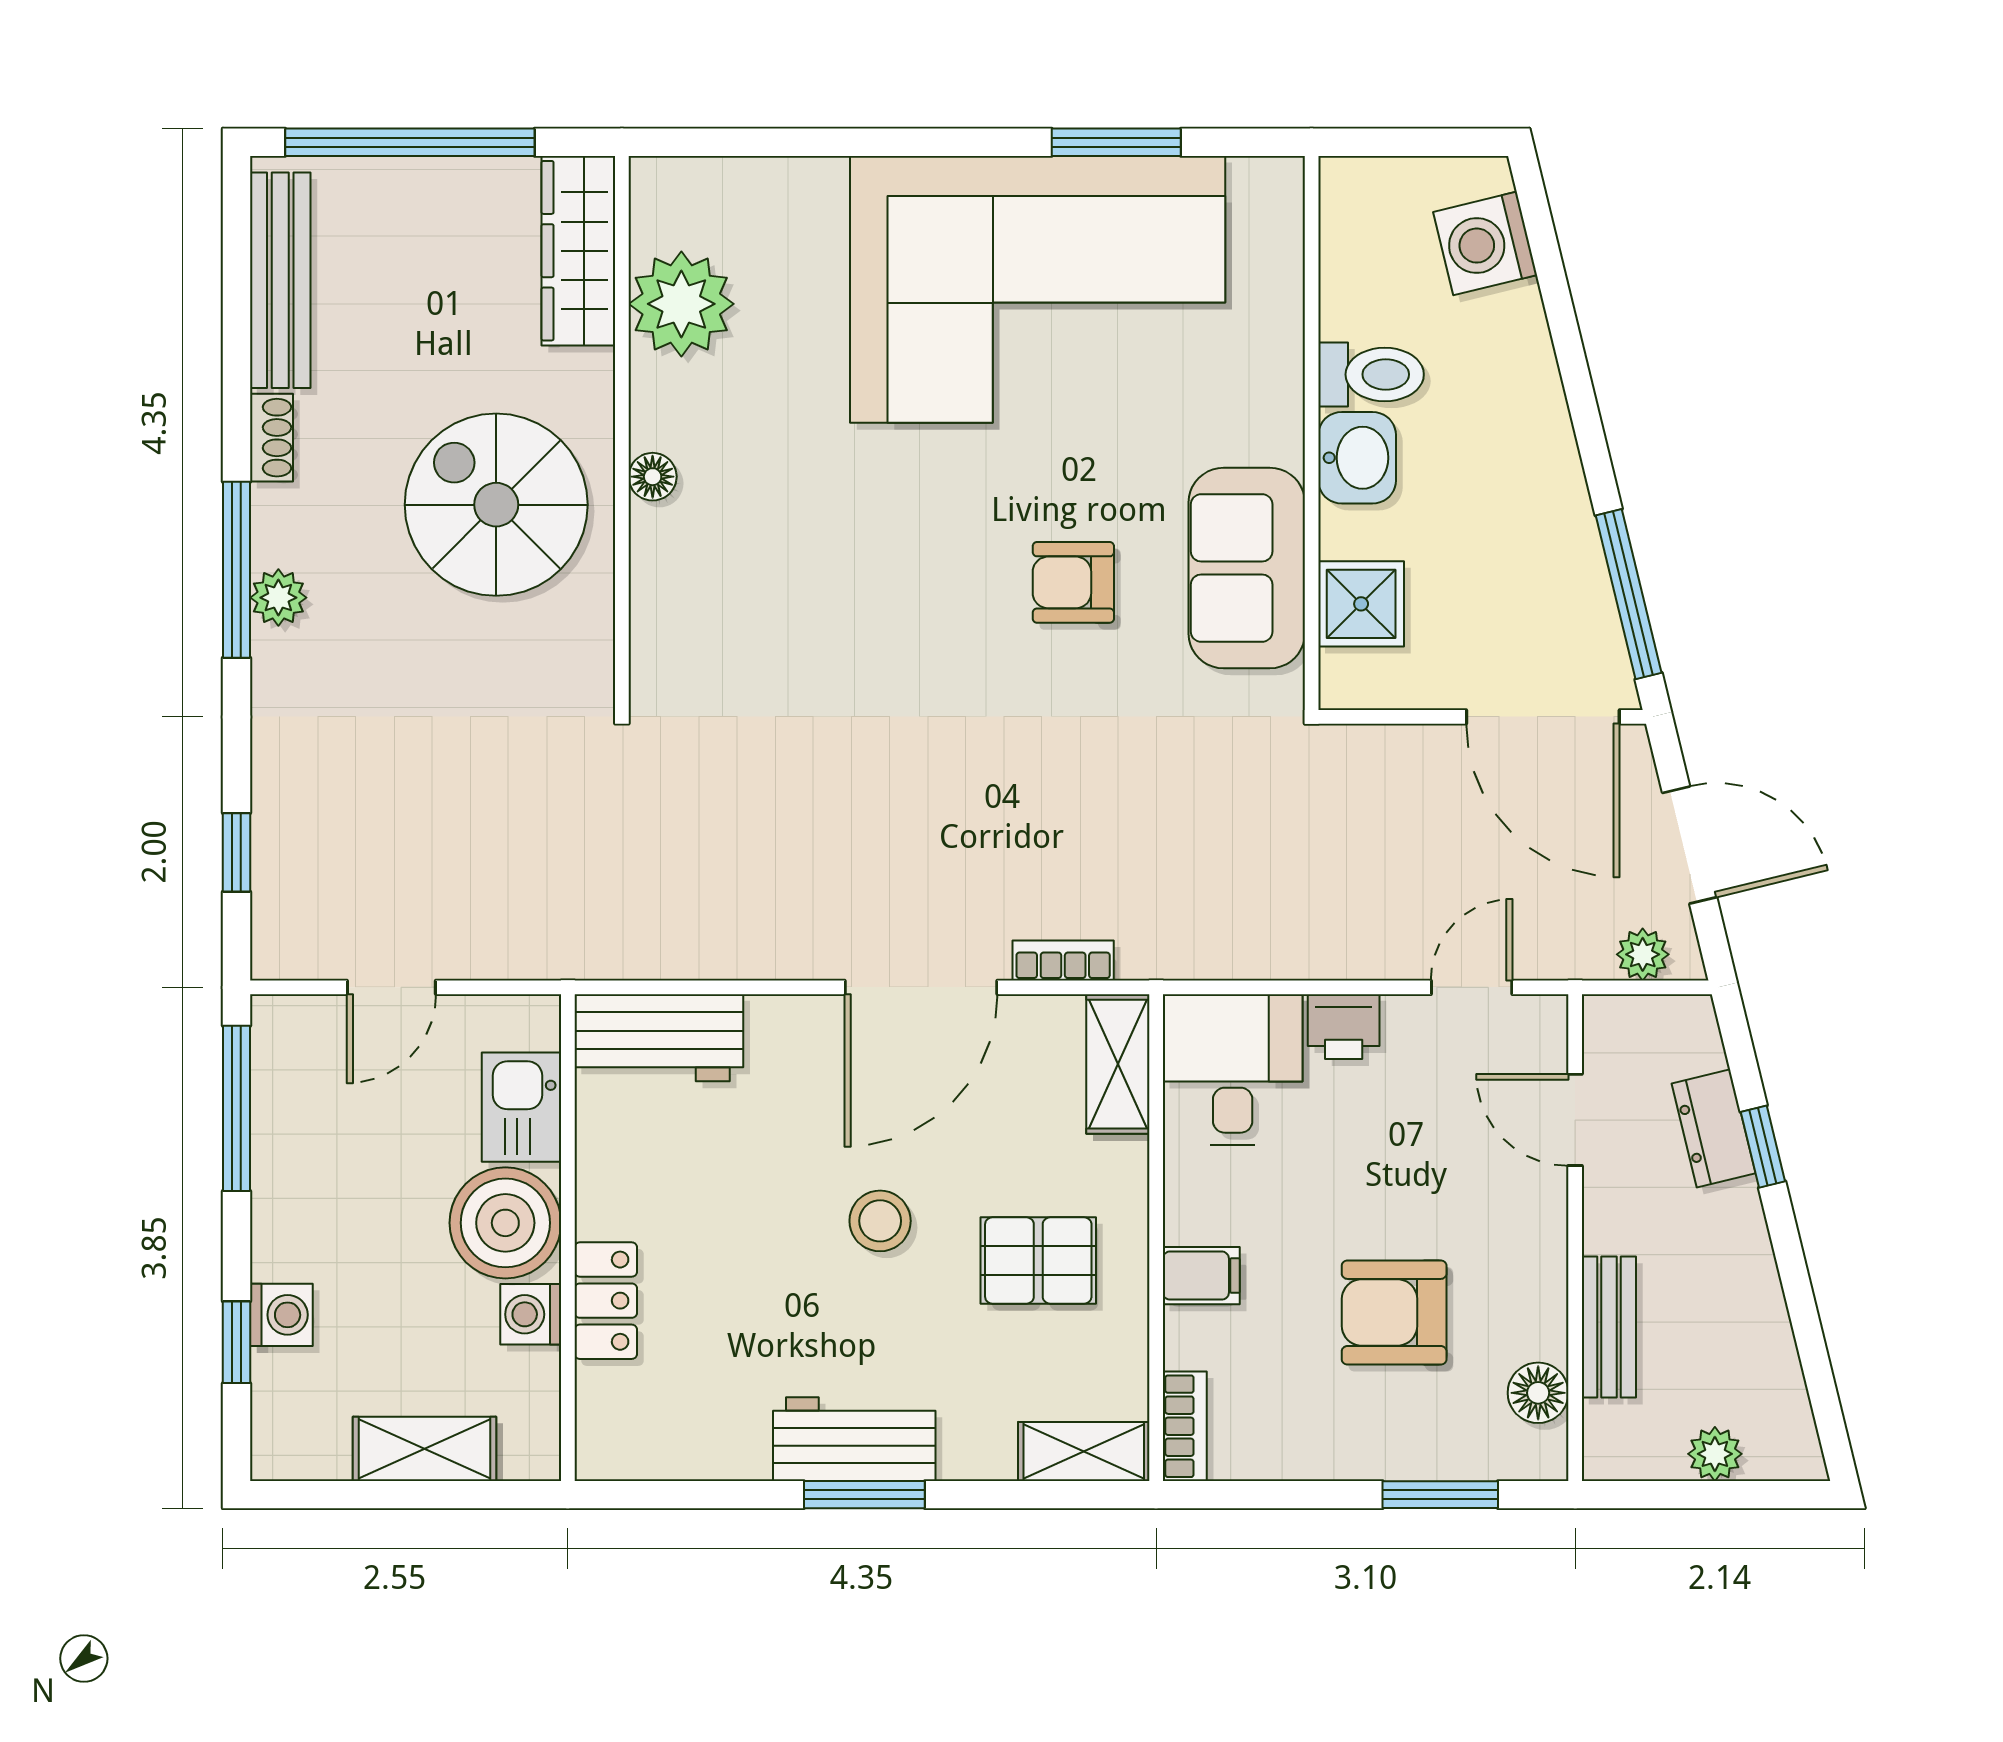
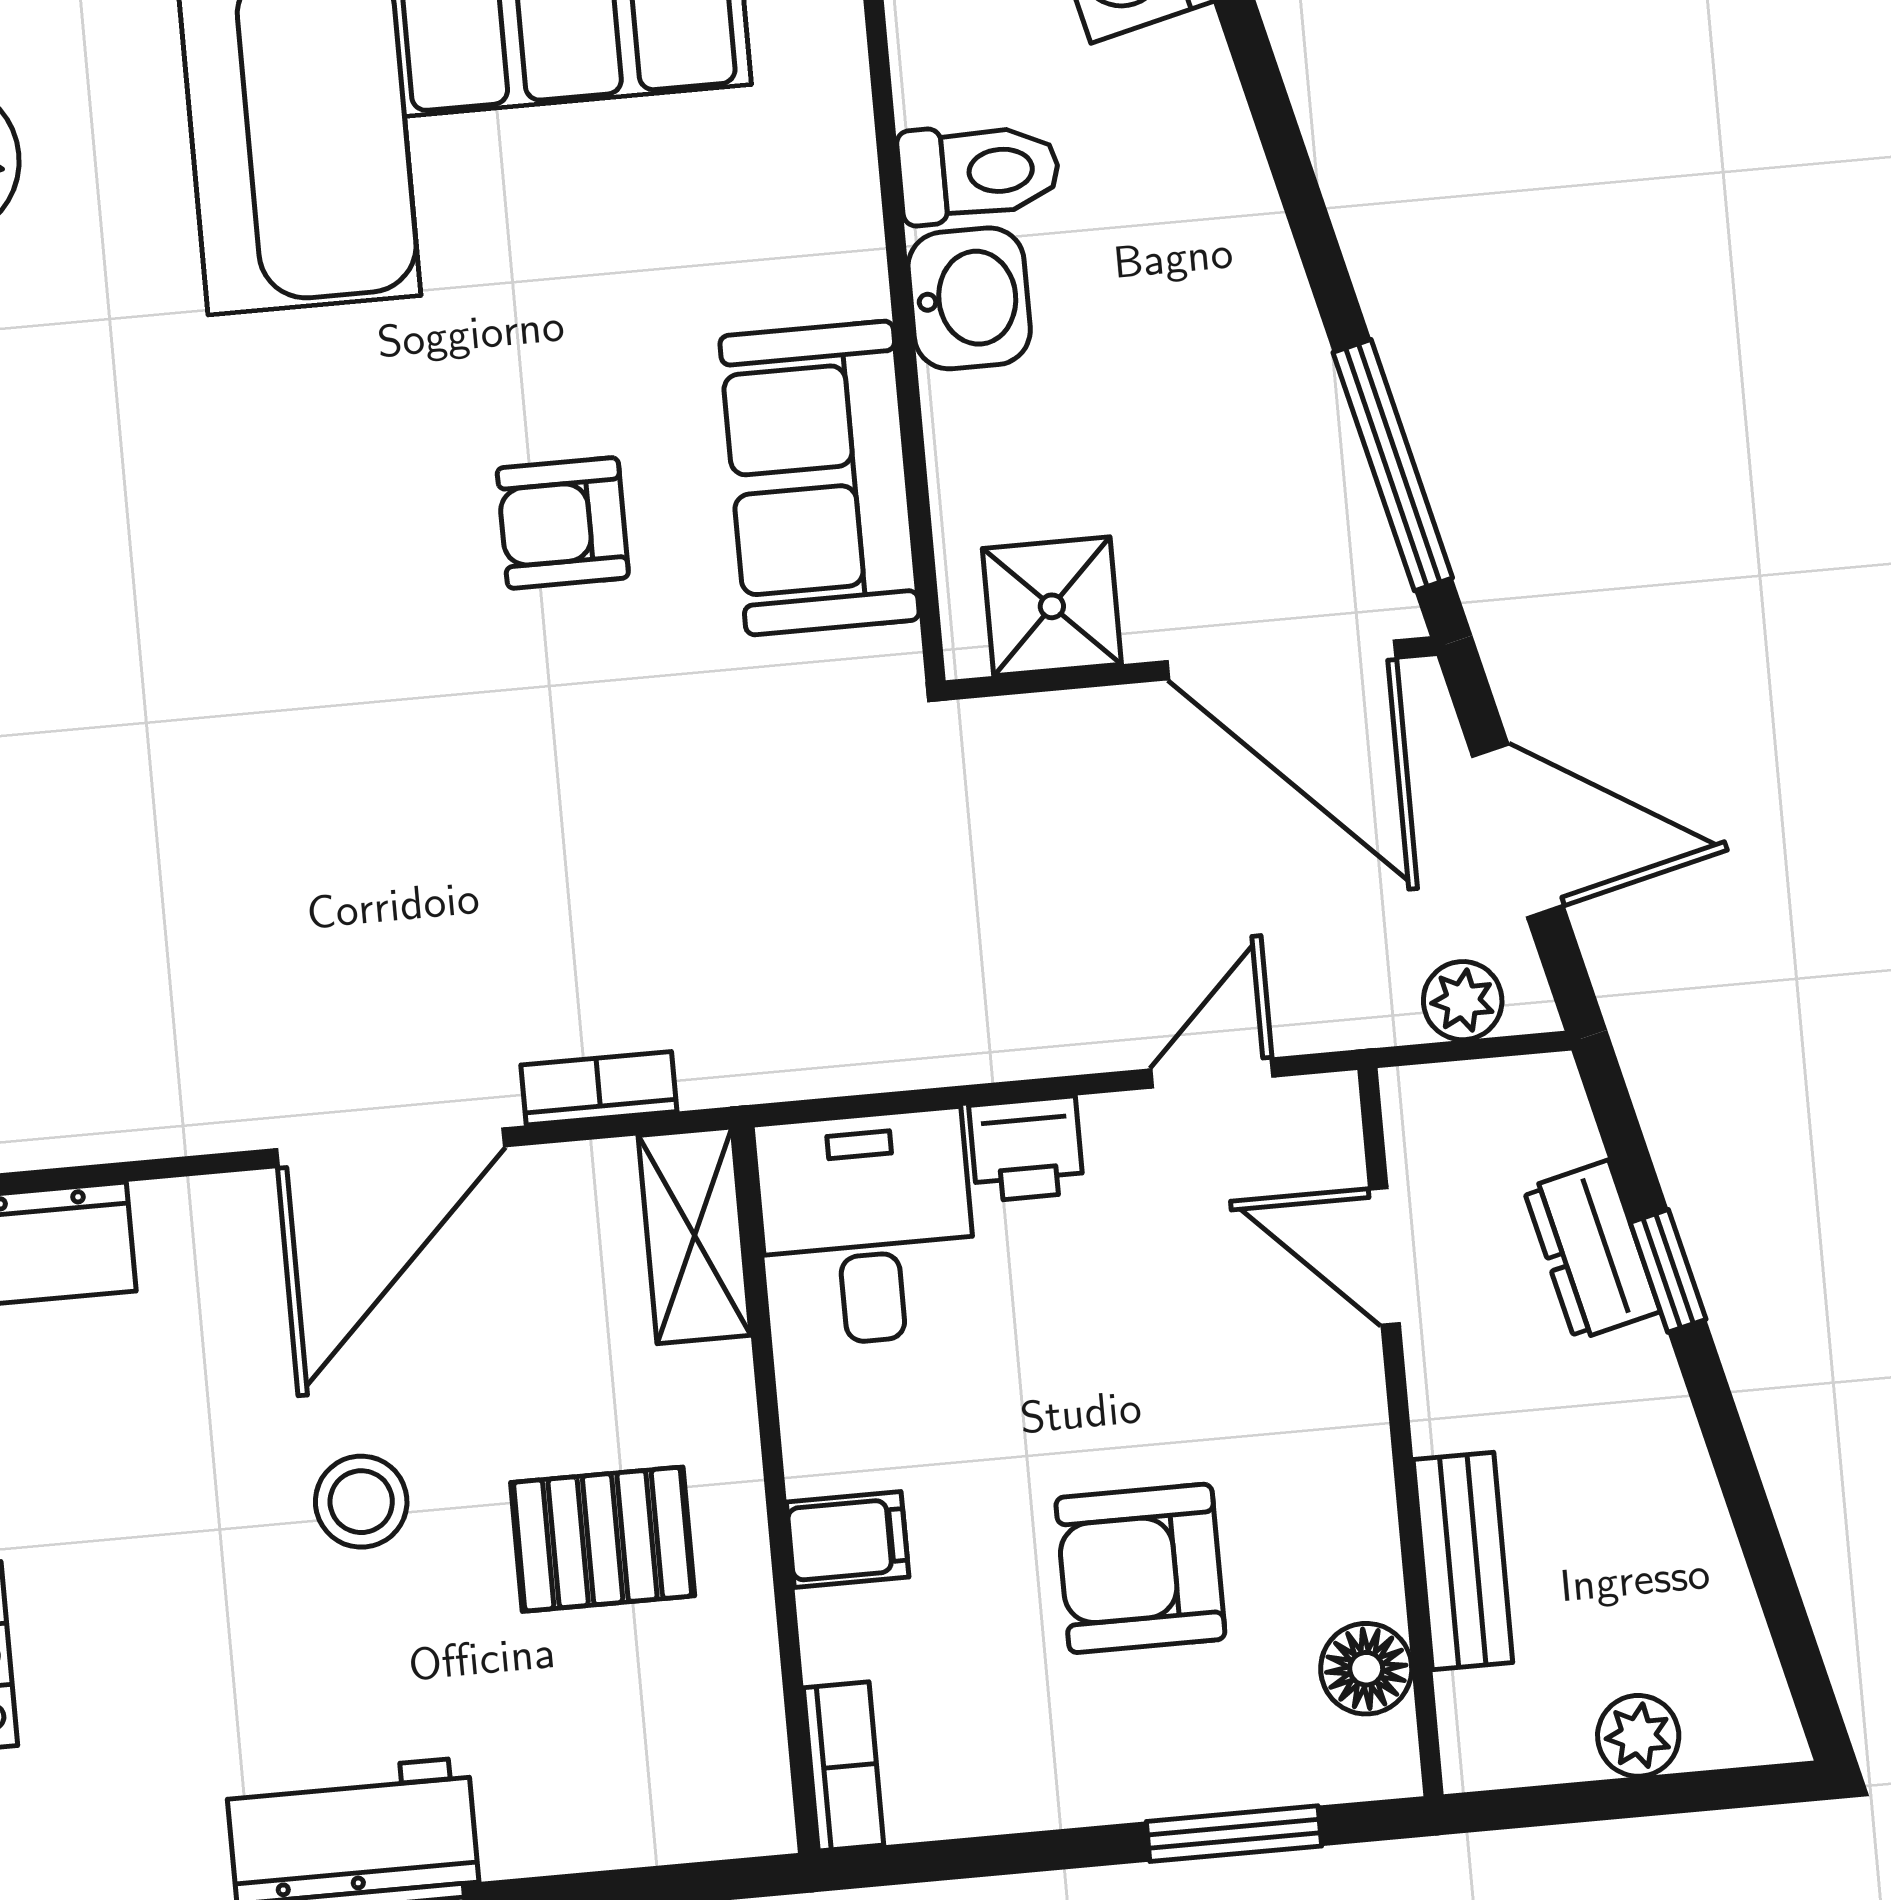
shower: (1361, 604) -> (1052, 606), moved
shelving: (1084, 1451) -> (696, 1818), removed

